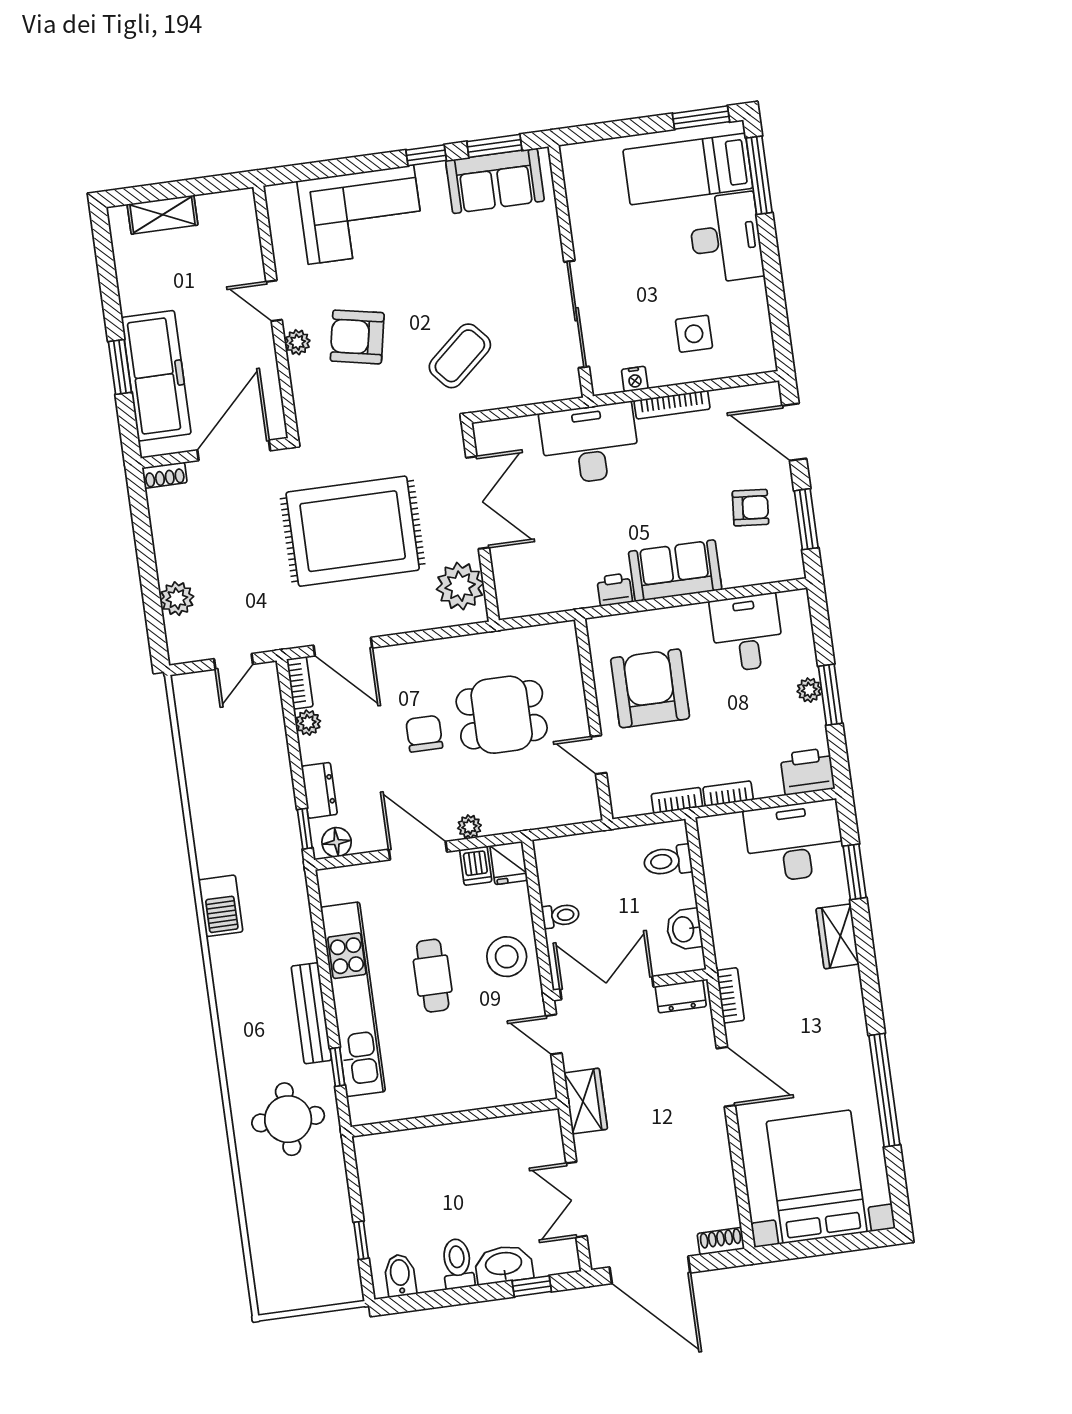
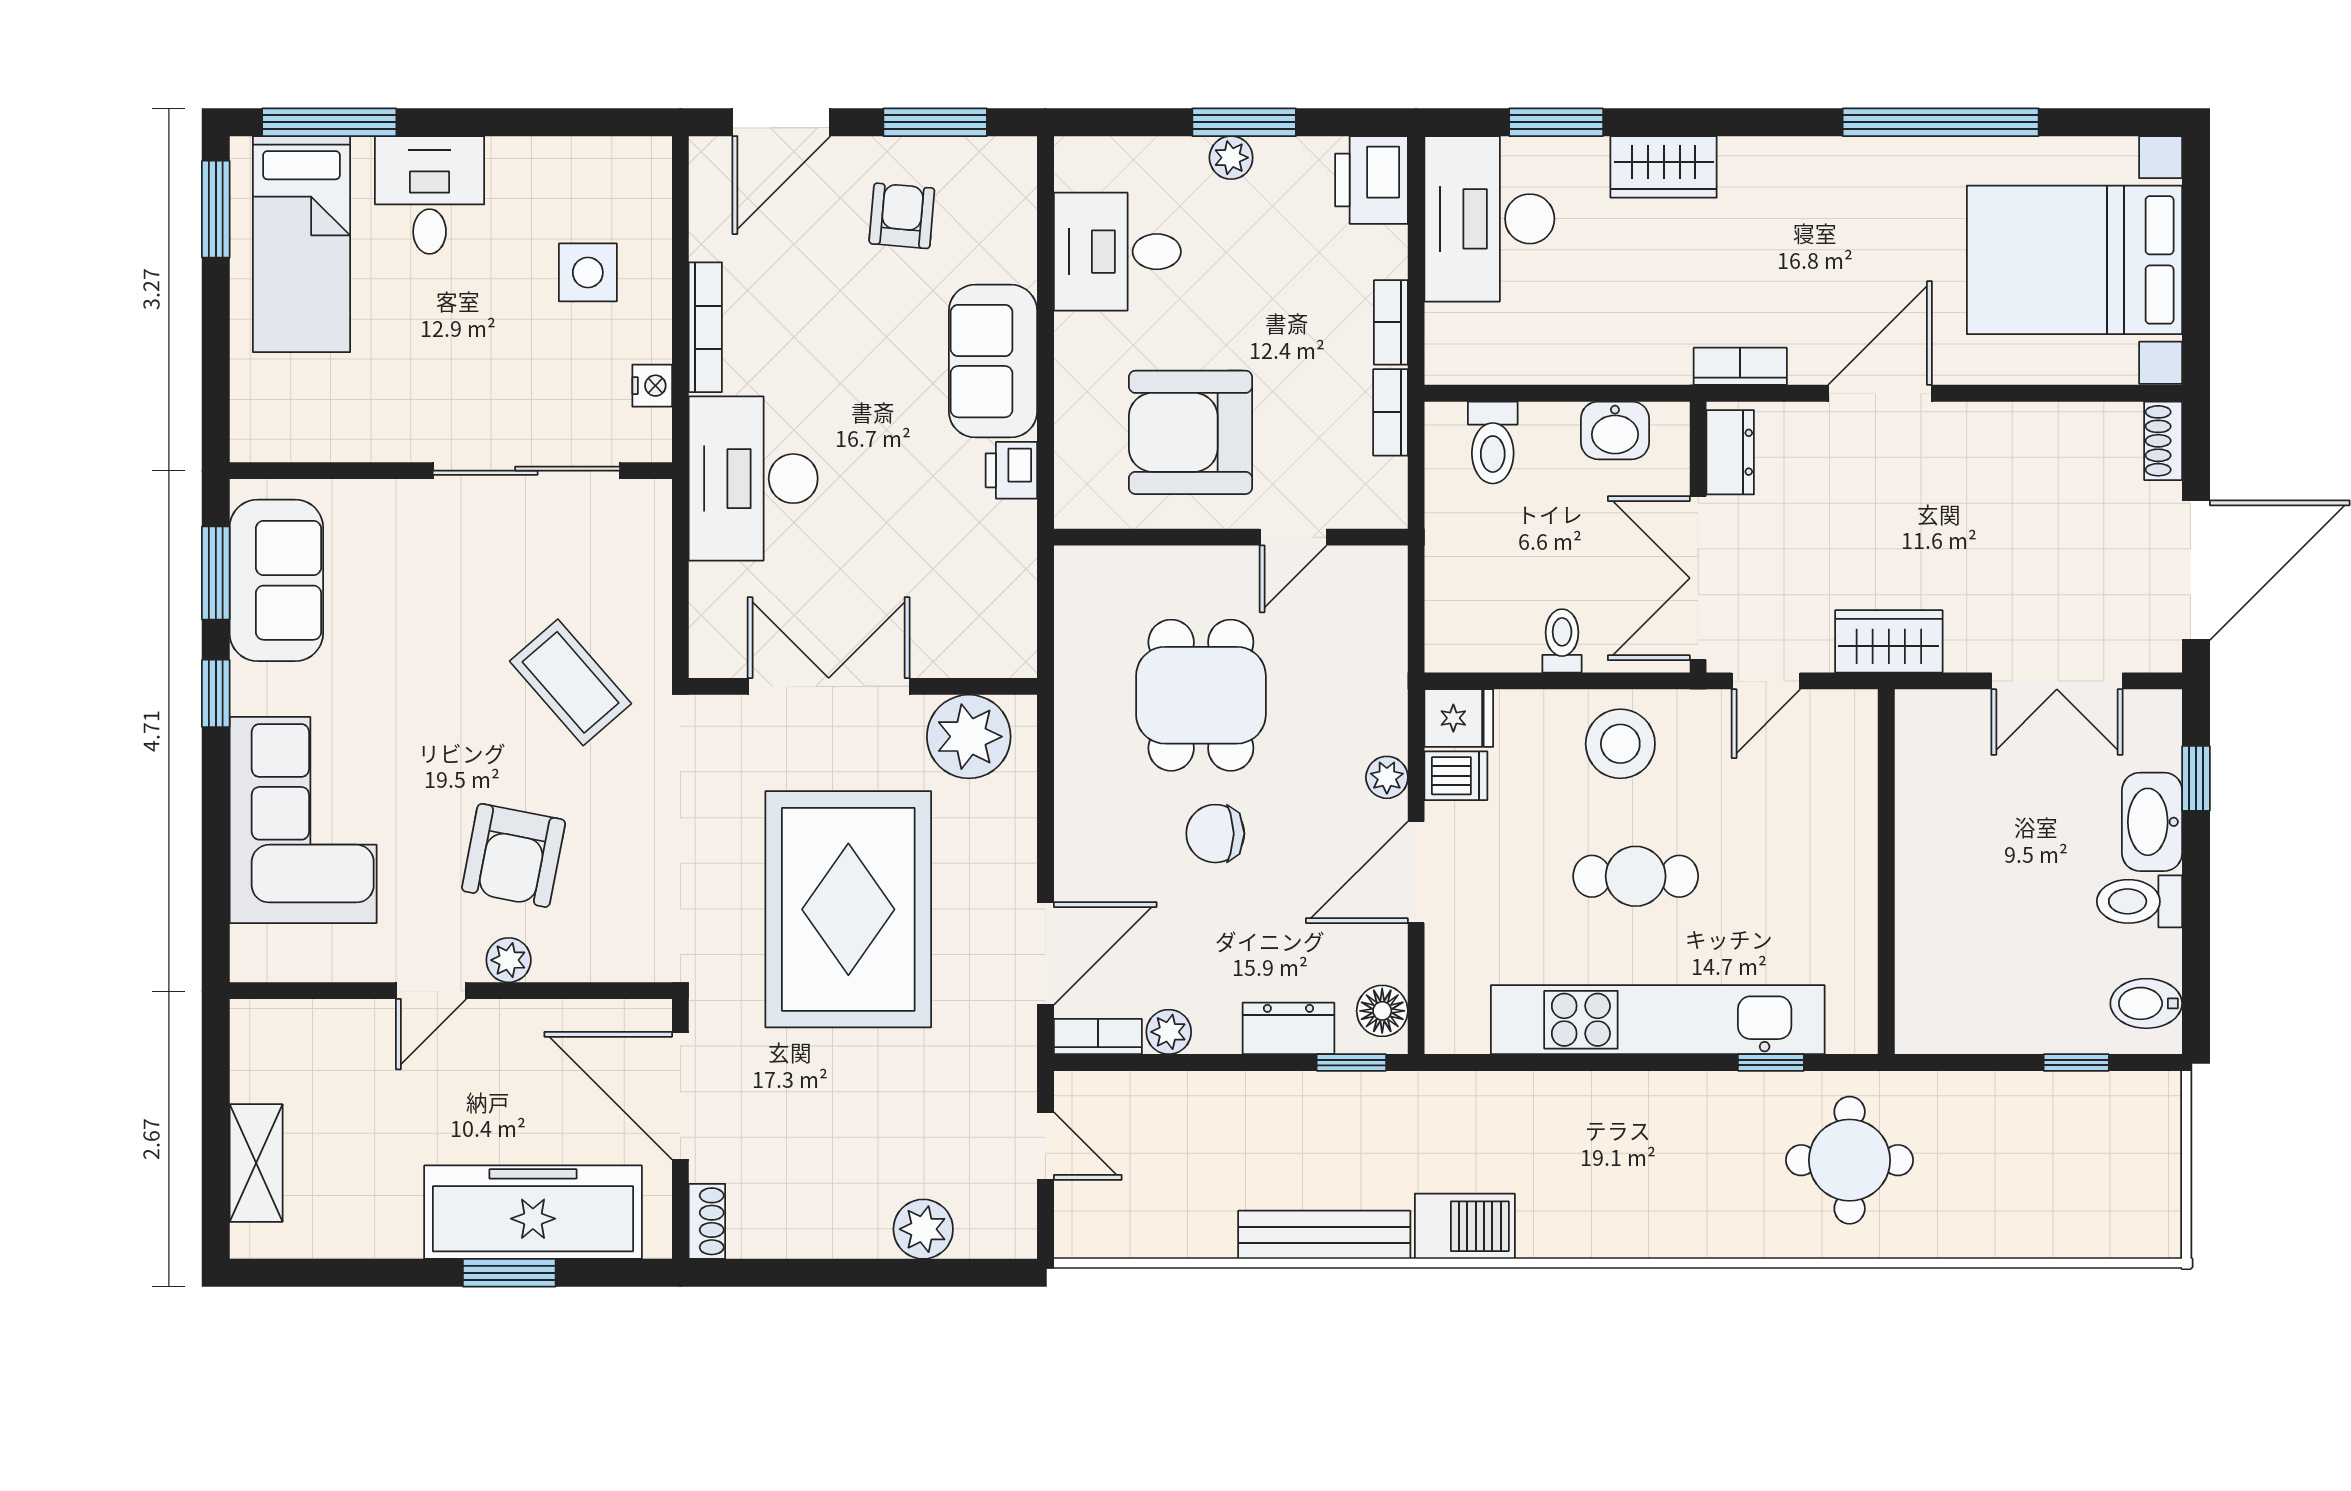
desk: (726, 238) -> (430, 195), width x0.73
bench: (311, 1013) -> (1324, 1235), moved

